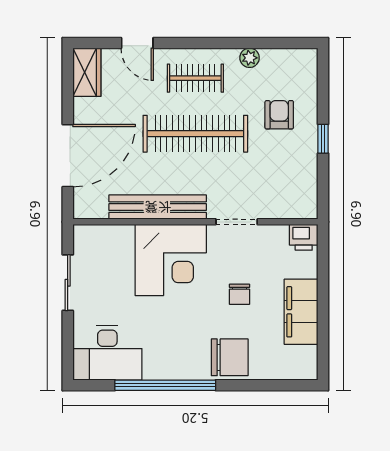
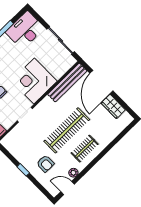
door: (137, 43) -> (68, 188), moved
wardrobe: (87, 72) -> (113, 106), moved
bench: (158, 207) -> (67, 82), moved
sliding door: (68, 283) -> (61, 40), width x1.37

